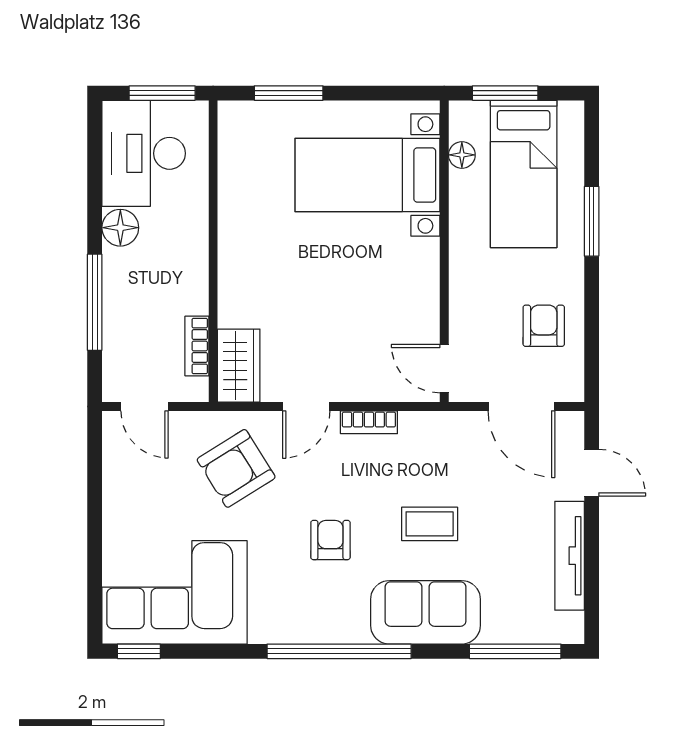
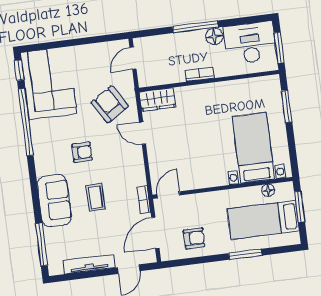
window: (95, 302) -> (195, 27), moved
bookcase: (197, 346) -> (199, 74), moved
bookcase: (369, 422) -> (144, 200), moved
window: (339, 651) -> (26, 122), moved

